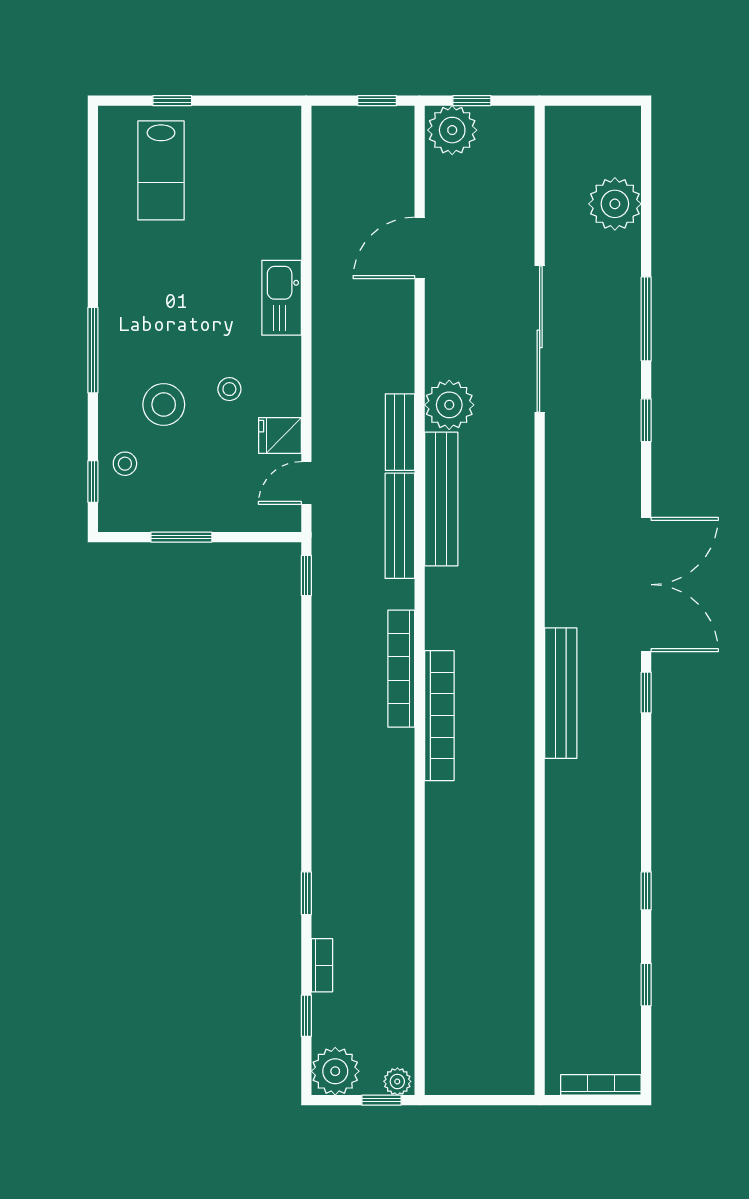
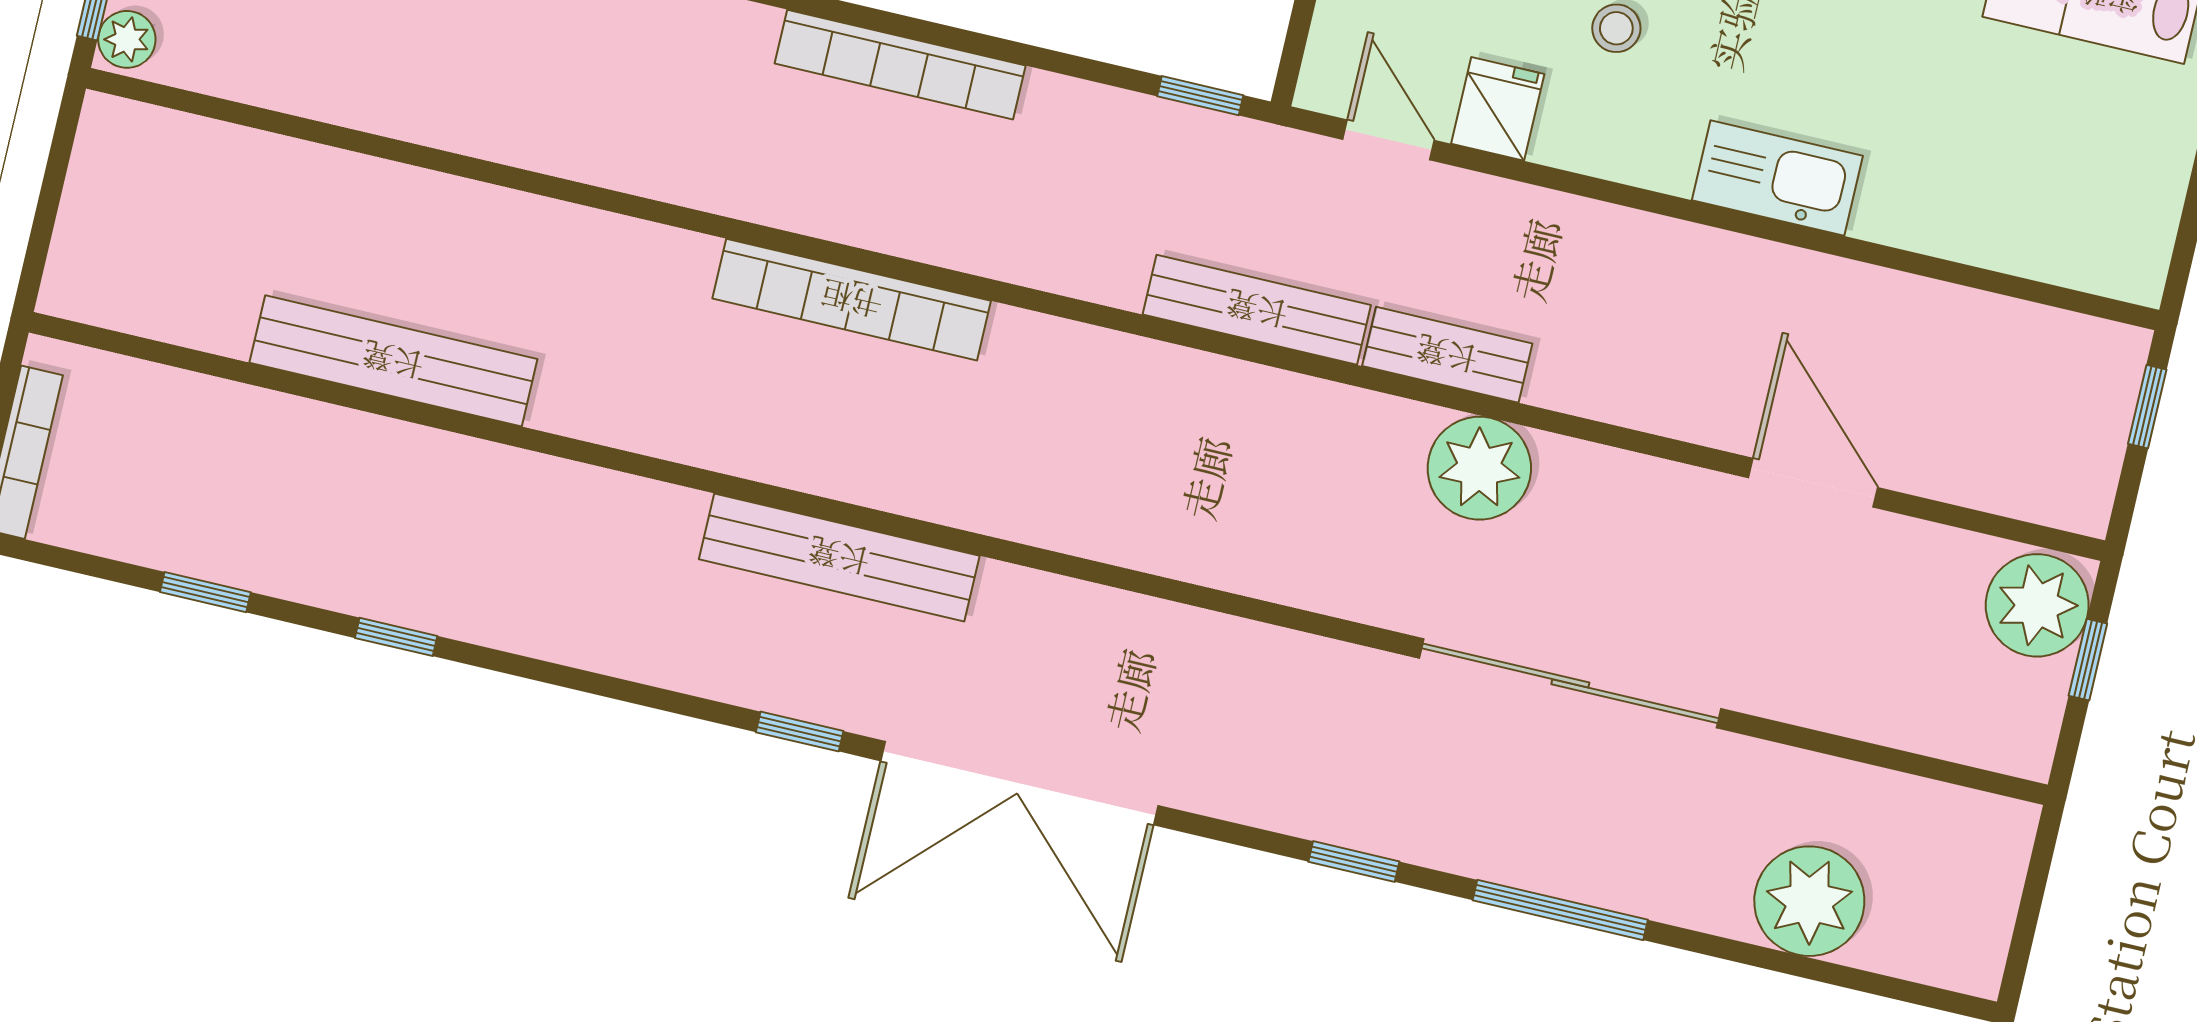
window: (377, 101) -> (2147, 407), moved
bench: (441, 499) -> (393, 361), moved
bookcase: (401, 669) -> (900, 65), moved, turned 180

